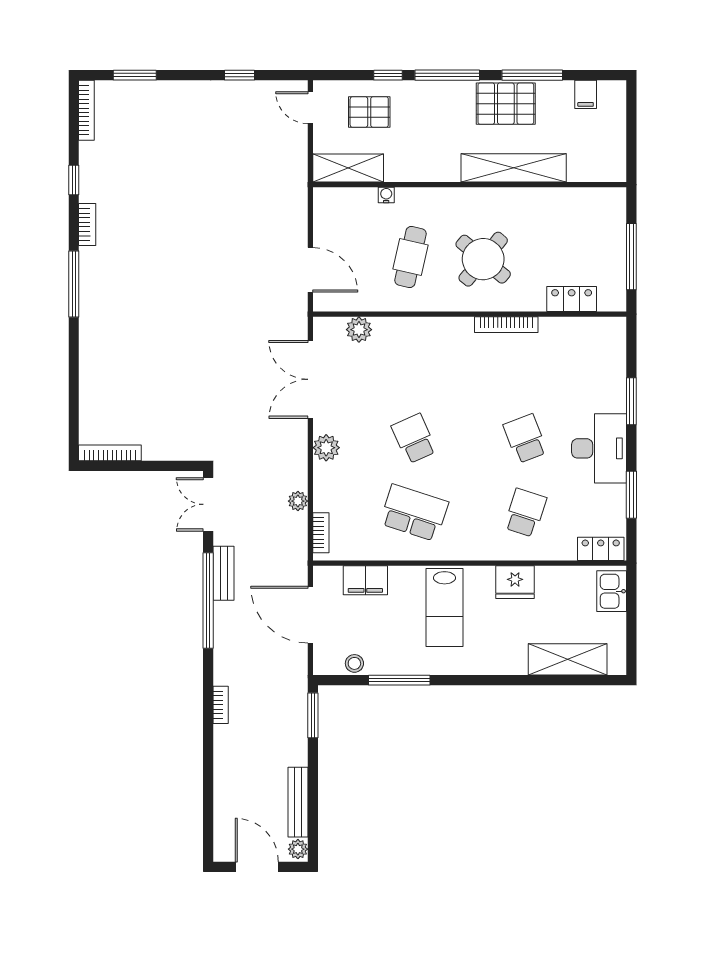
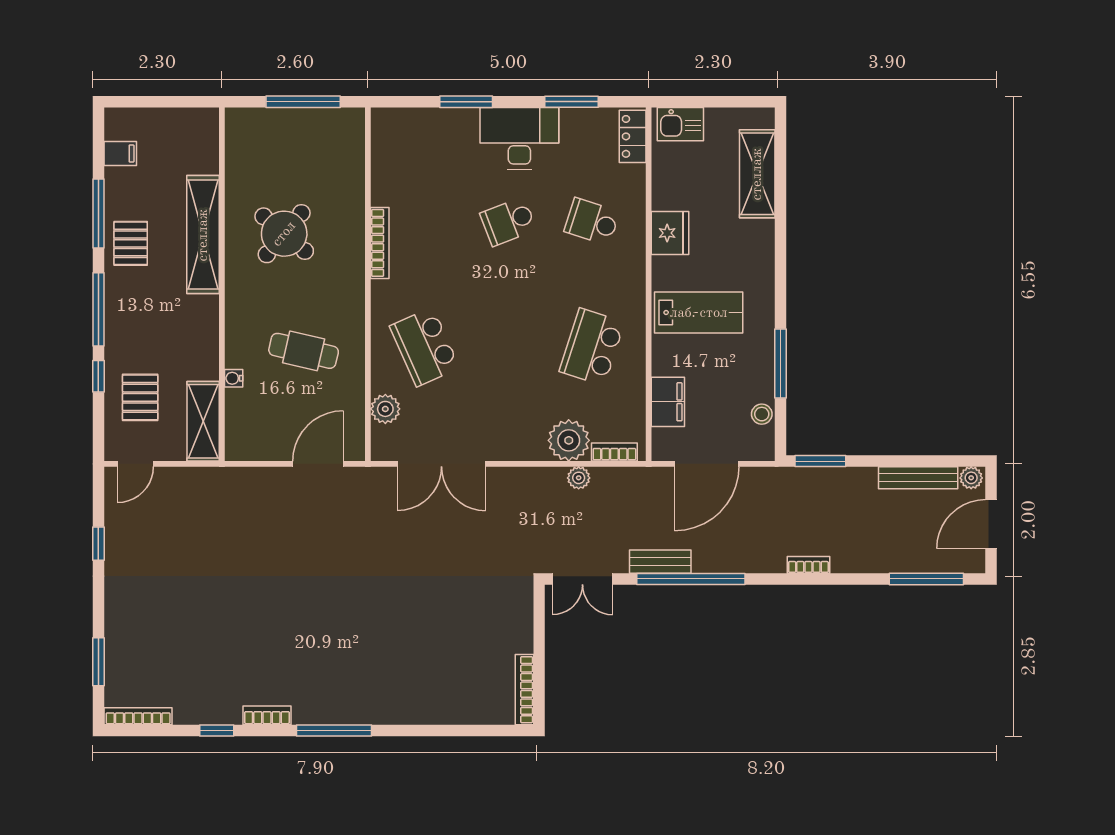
pallet: (506, 104) -> (131, 243), width x0.67, depth x0.71
round table: (483, 259) -> (284, 234), moved
locker: (572, 299) -> (351, 169), removed
school desk: (414, 439) -> (425, 347), moved, width x1.85
plant: (326, 448) -> (569, 440), moved, width x1.36, depth x1.36
window: (208, 809) -> (926, 579), added

